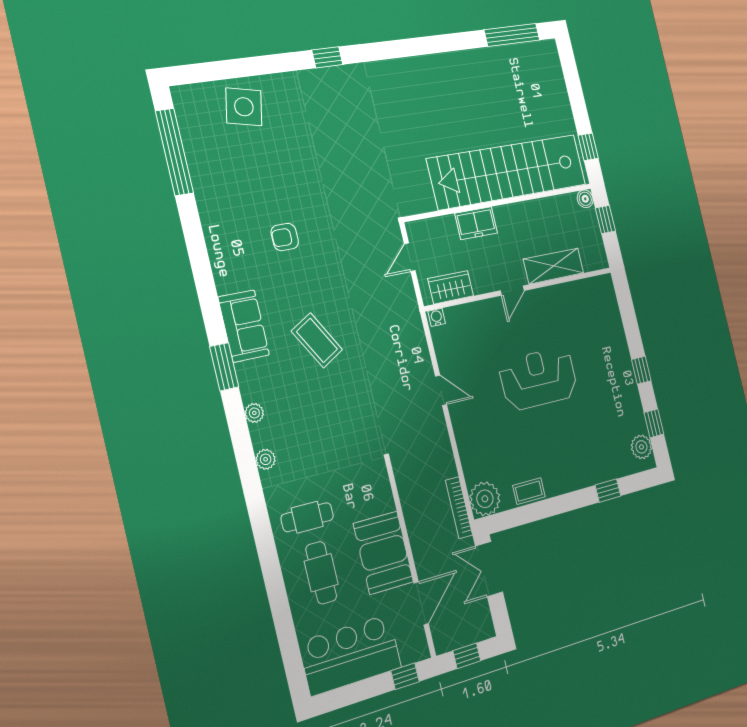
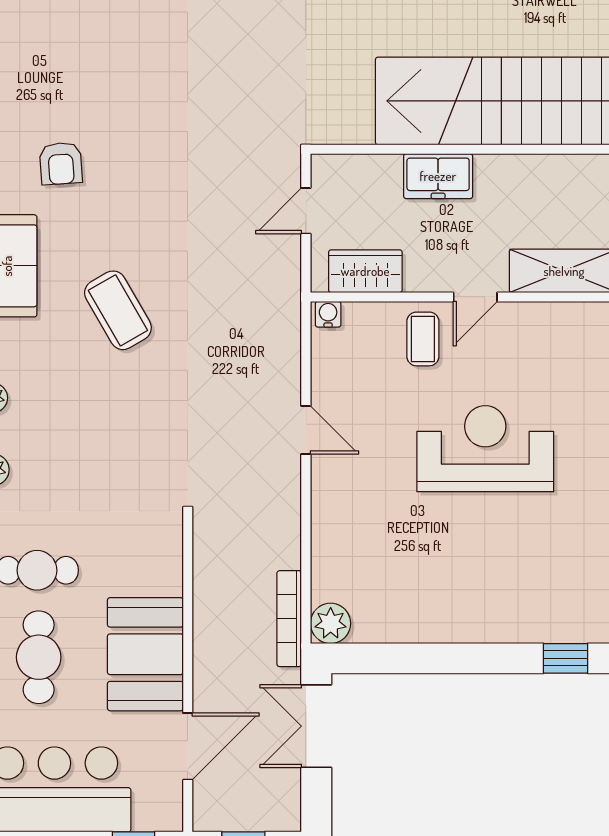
armchair: (285, 237) -> (61, 164), moved, turned -94
coffee table: (529, 491) -> (423, 339), moved, turned 90
plant: (485, 499) -> (331, 623), width x0.73, depth x0.73

